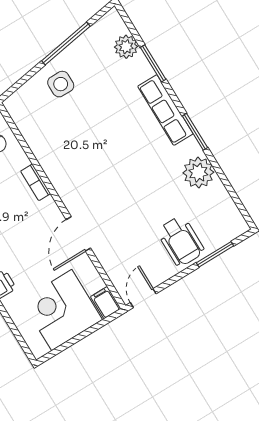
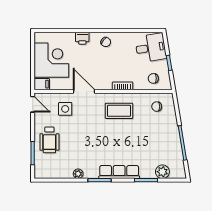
side table: (61, 84) -> (65, 109), moved
chair: (35, 114) -> (157, 107), added
coffee table: (75, 165) -> (119, 111), added
plant: (198, 173) -> (78, 174), width x0.53, depth x0.53
wheelchair: (181, 241) -> (49, 140), turned -90

